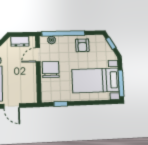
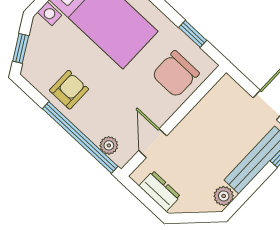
door: (38, 55) -> (153, 143), swing flipped
chair: (51, 70) -> (176, 74), moved

